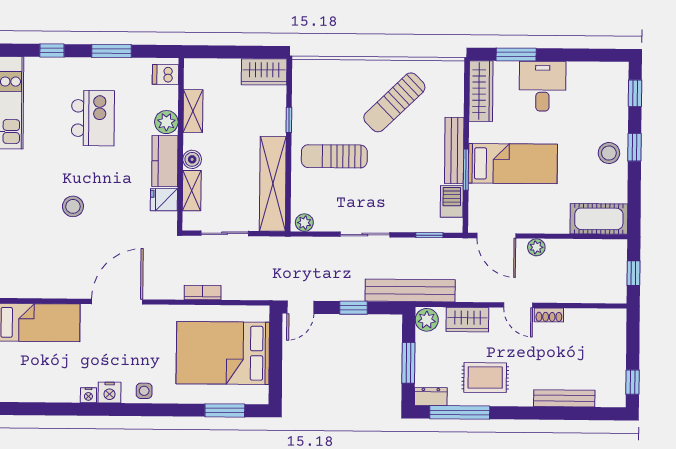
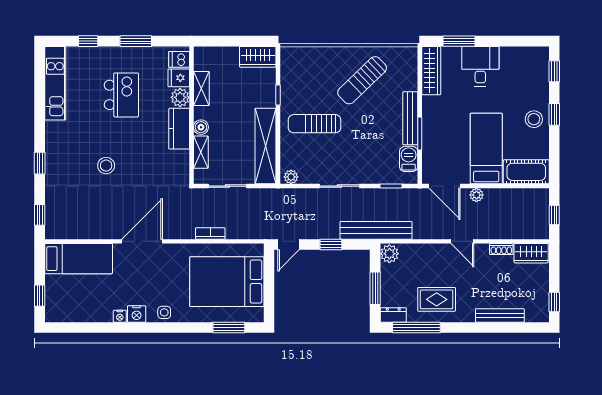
bed: (513, 164) -> (486, 149), moved, turned -90
fridge: (164, 200) -> (179, 78), moved
shoe rack: (549, 315) -> (501, 249), moved
wardrobe: (467, 320) -> (531, 253), moved

